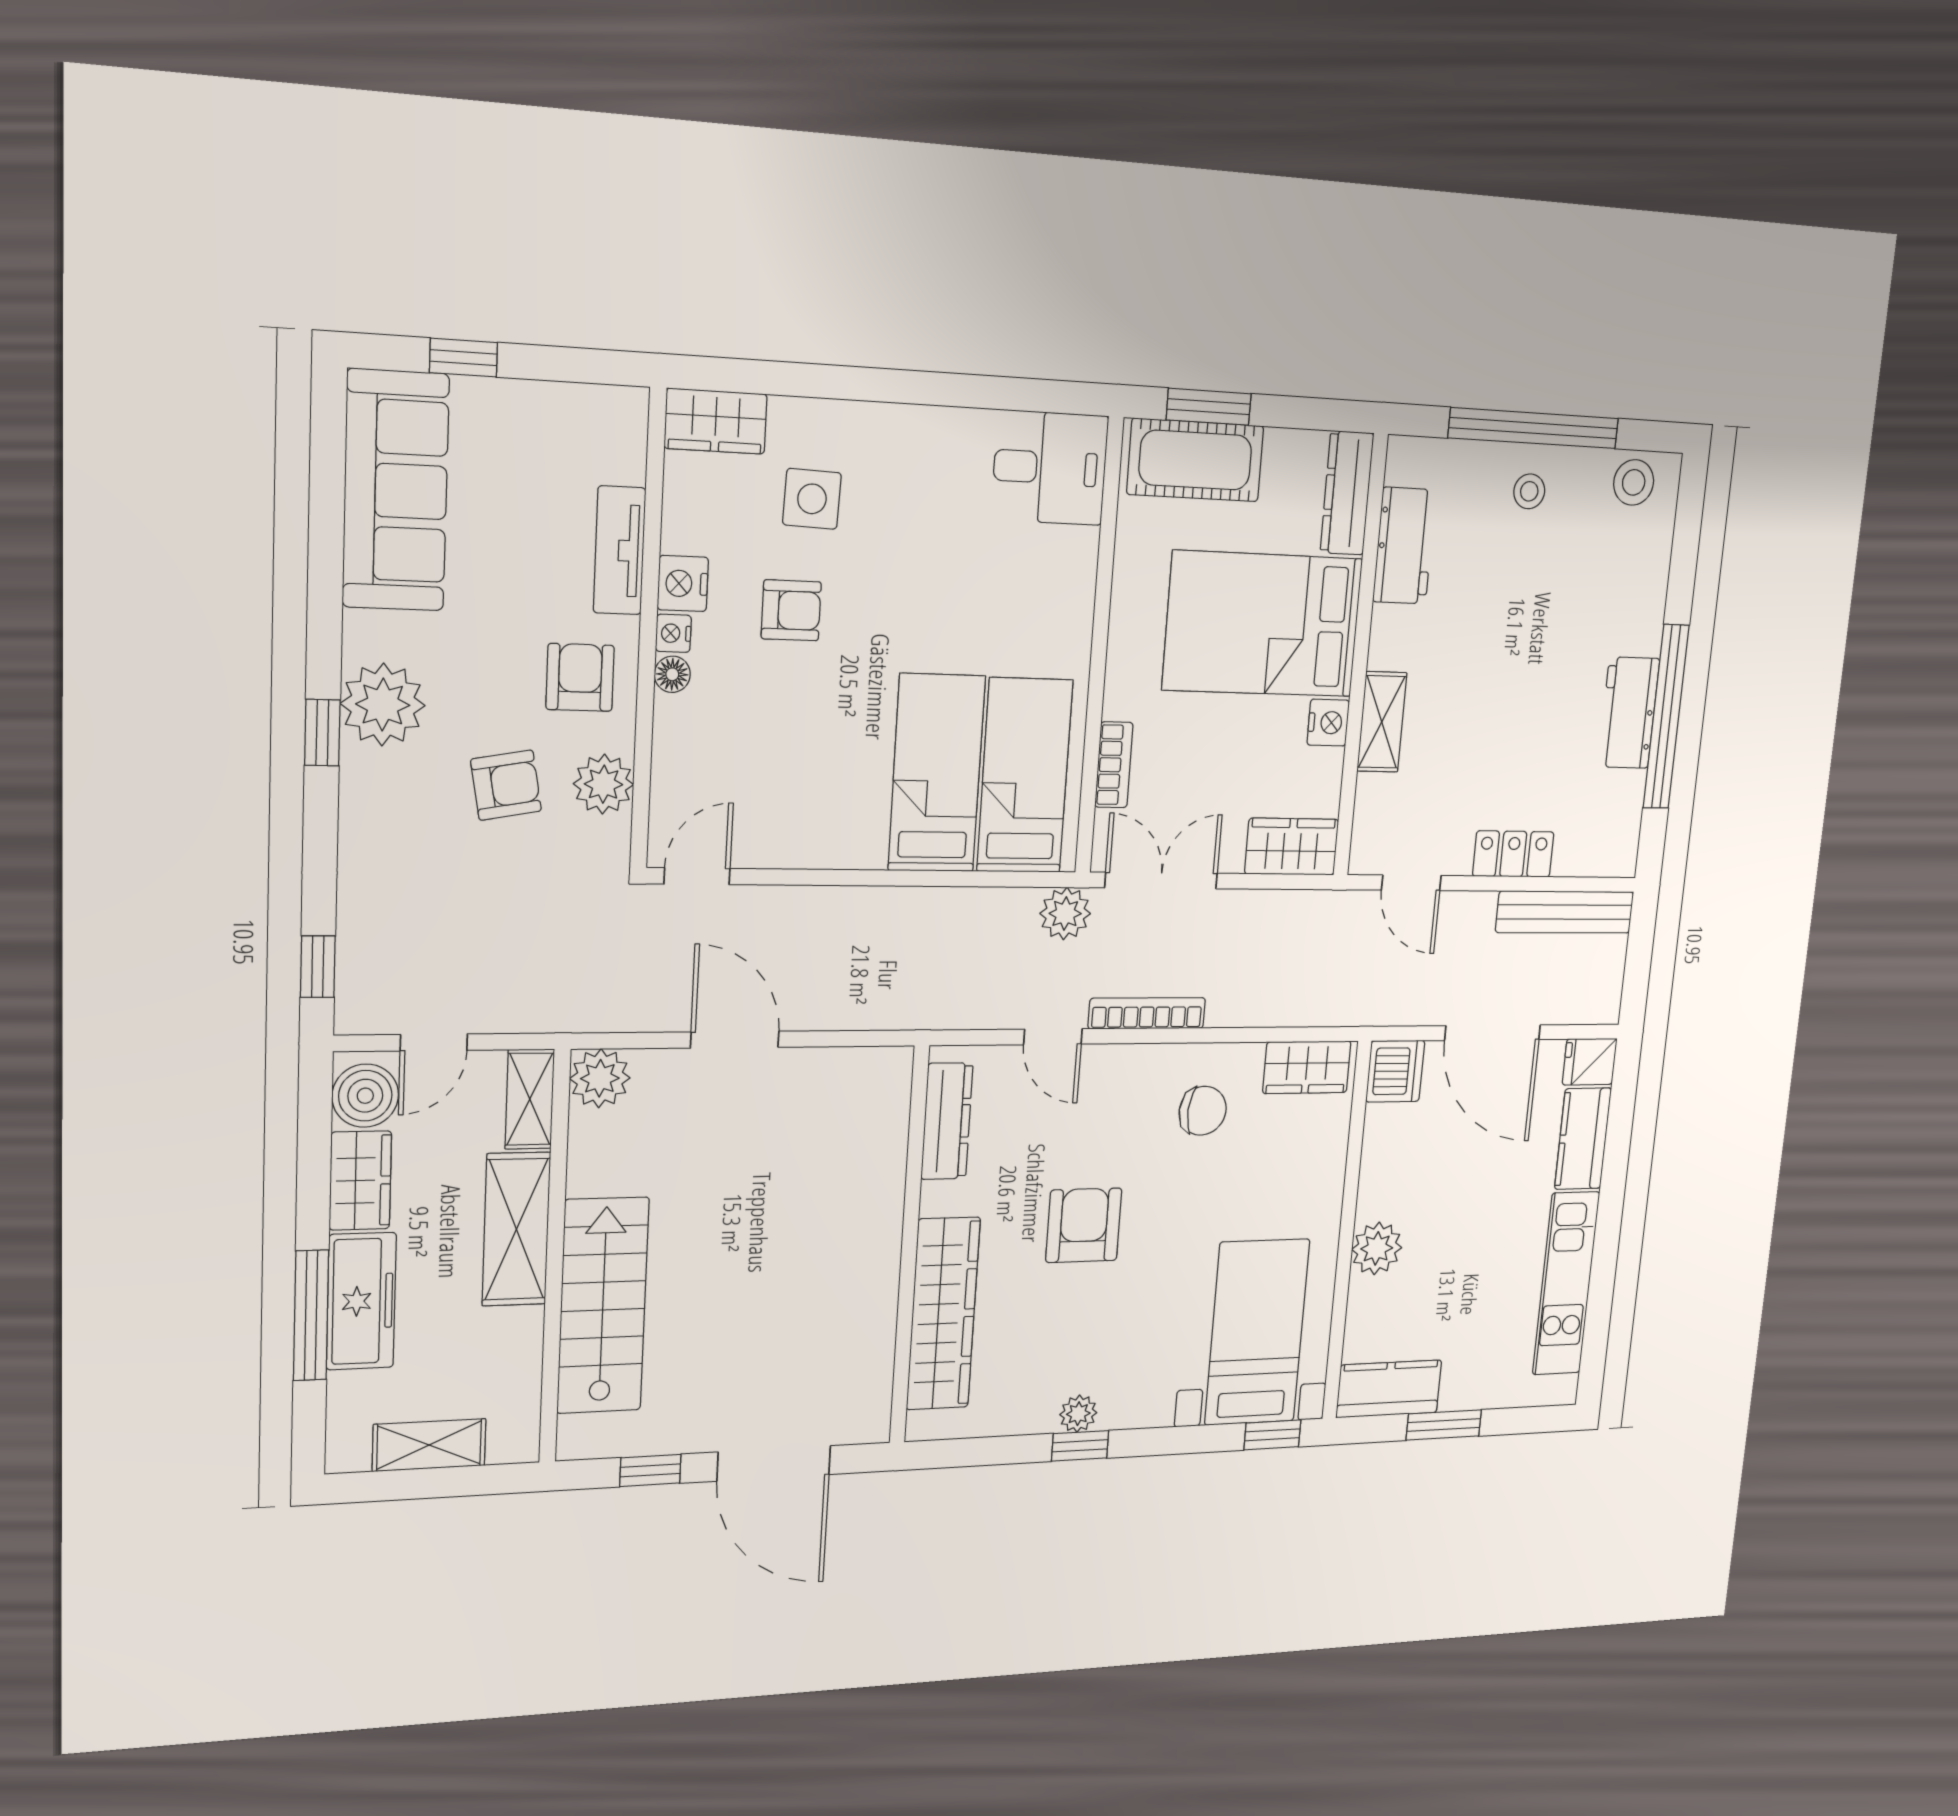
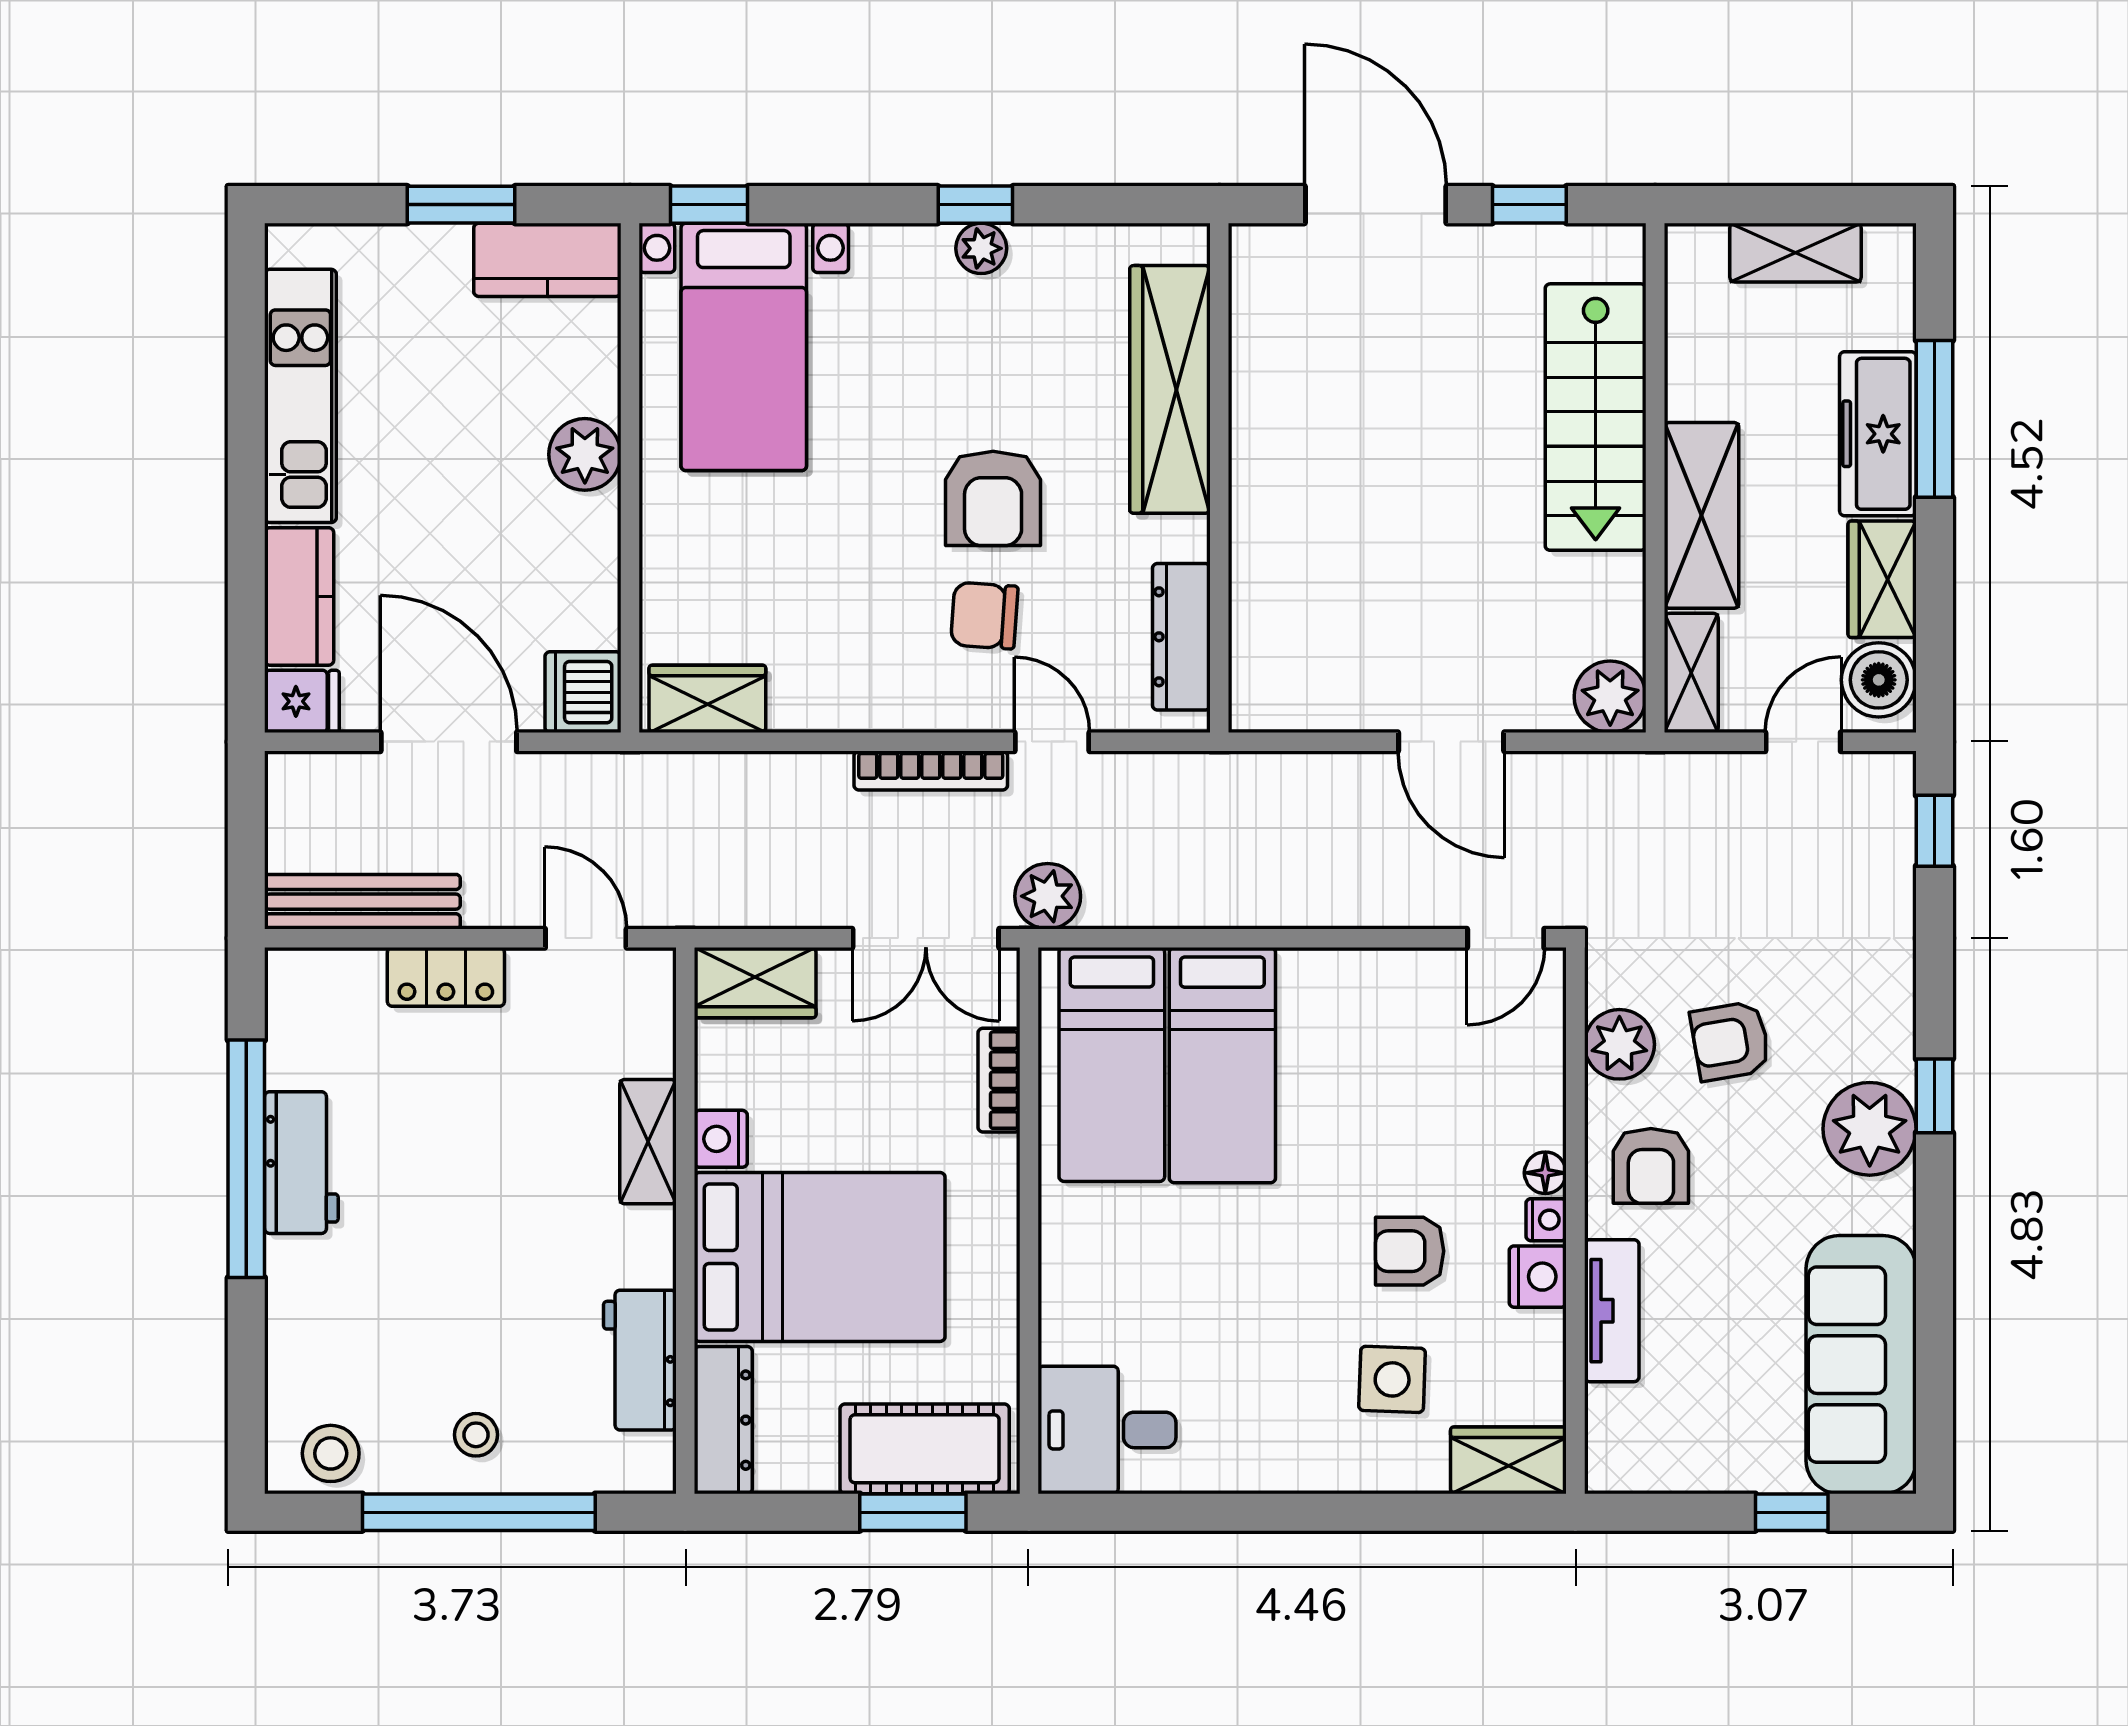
chair: (1203, 1111) -> (984, 616), moved

